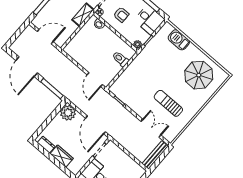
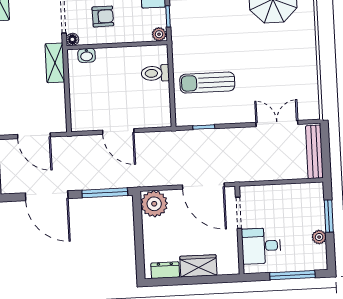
door: (45, 37) -> (34, 136), swing flipped
door: (95, 80) -> (118, 131), moved
sun lounger: (168, 103) -> (207, 83), moved

